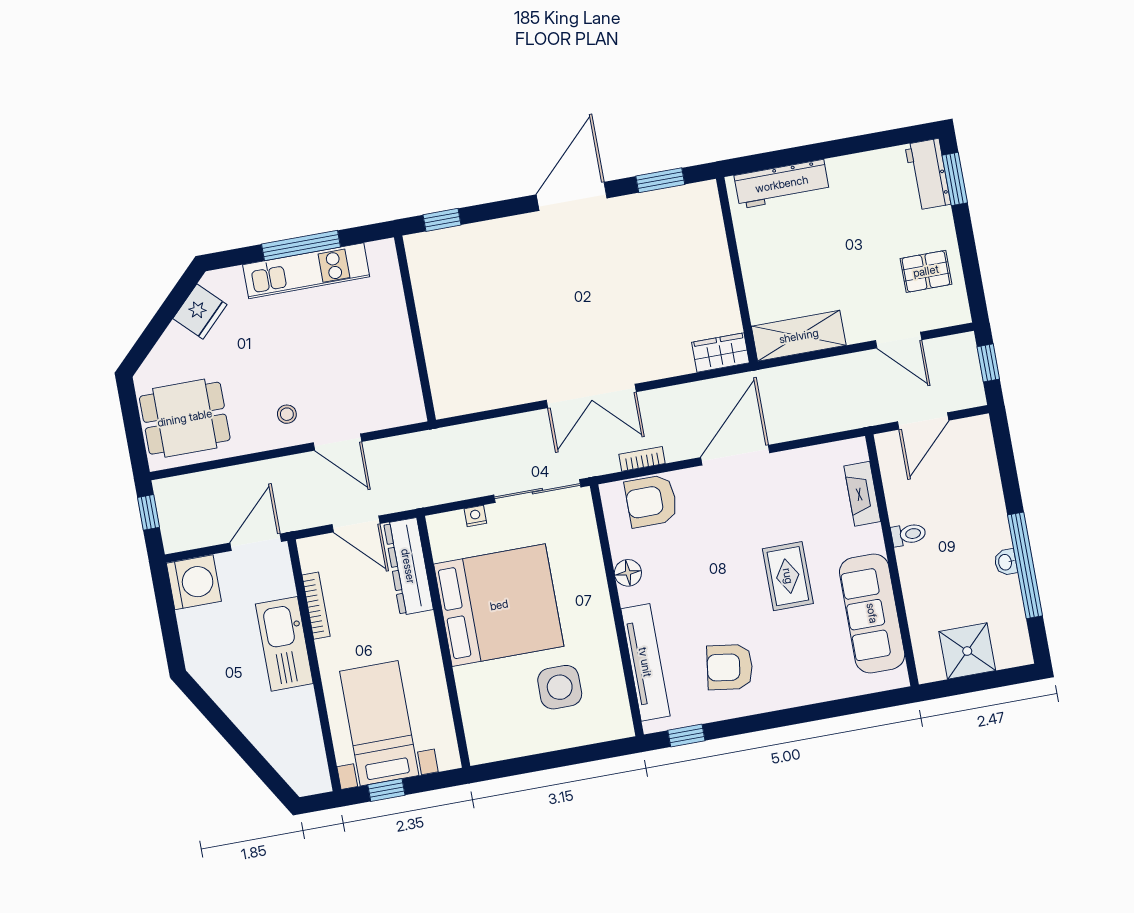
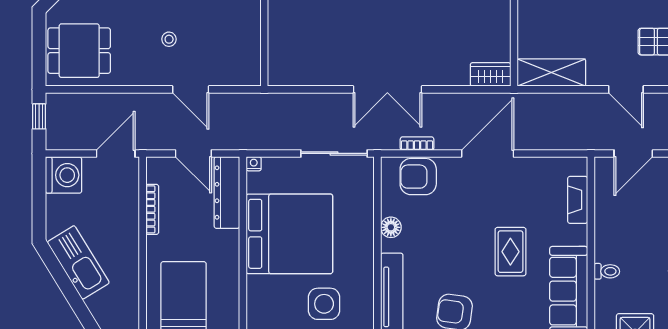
stool: (287, 414) -> (169, 39), moved
nightstand: (475, 516) -> (254, 164), moved
toilet: (908, 534) -> (607, 271), moved
kitchen sink: (284, 644) -> (78, 262), moved, turned 148

